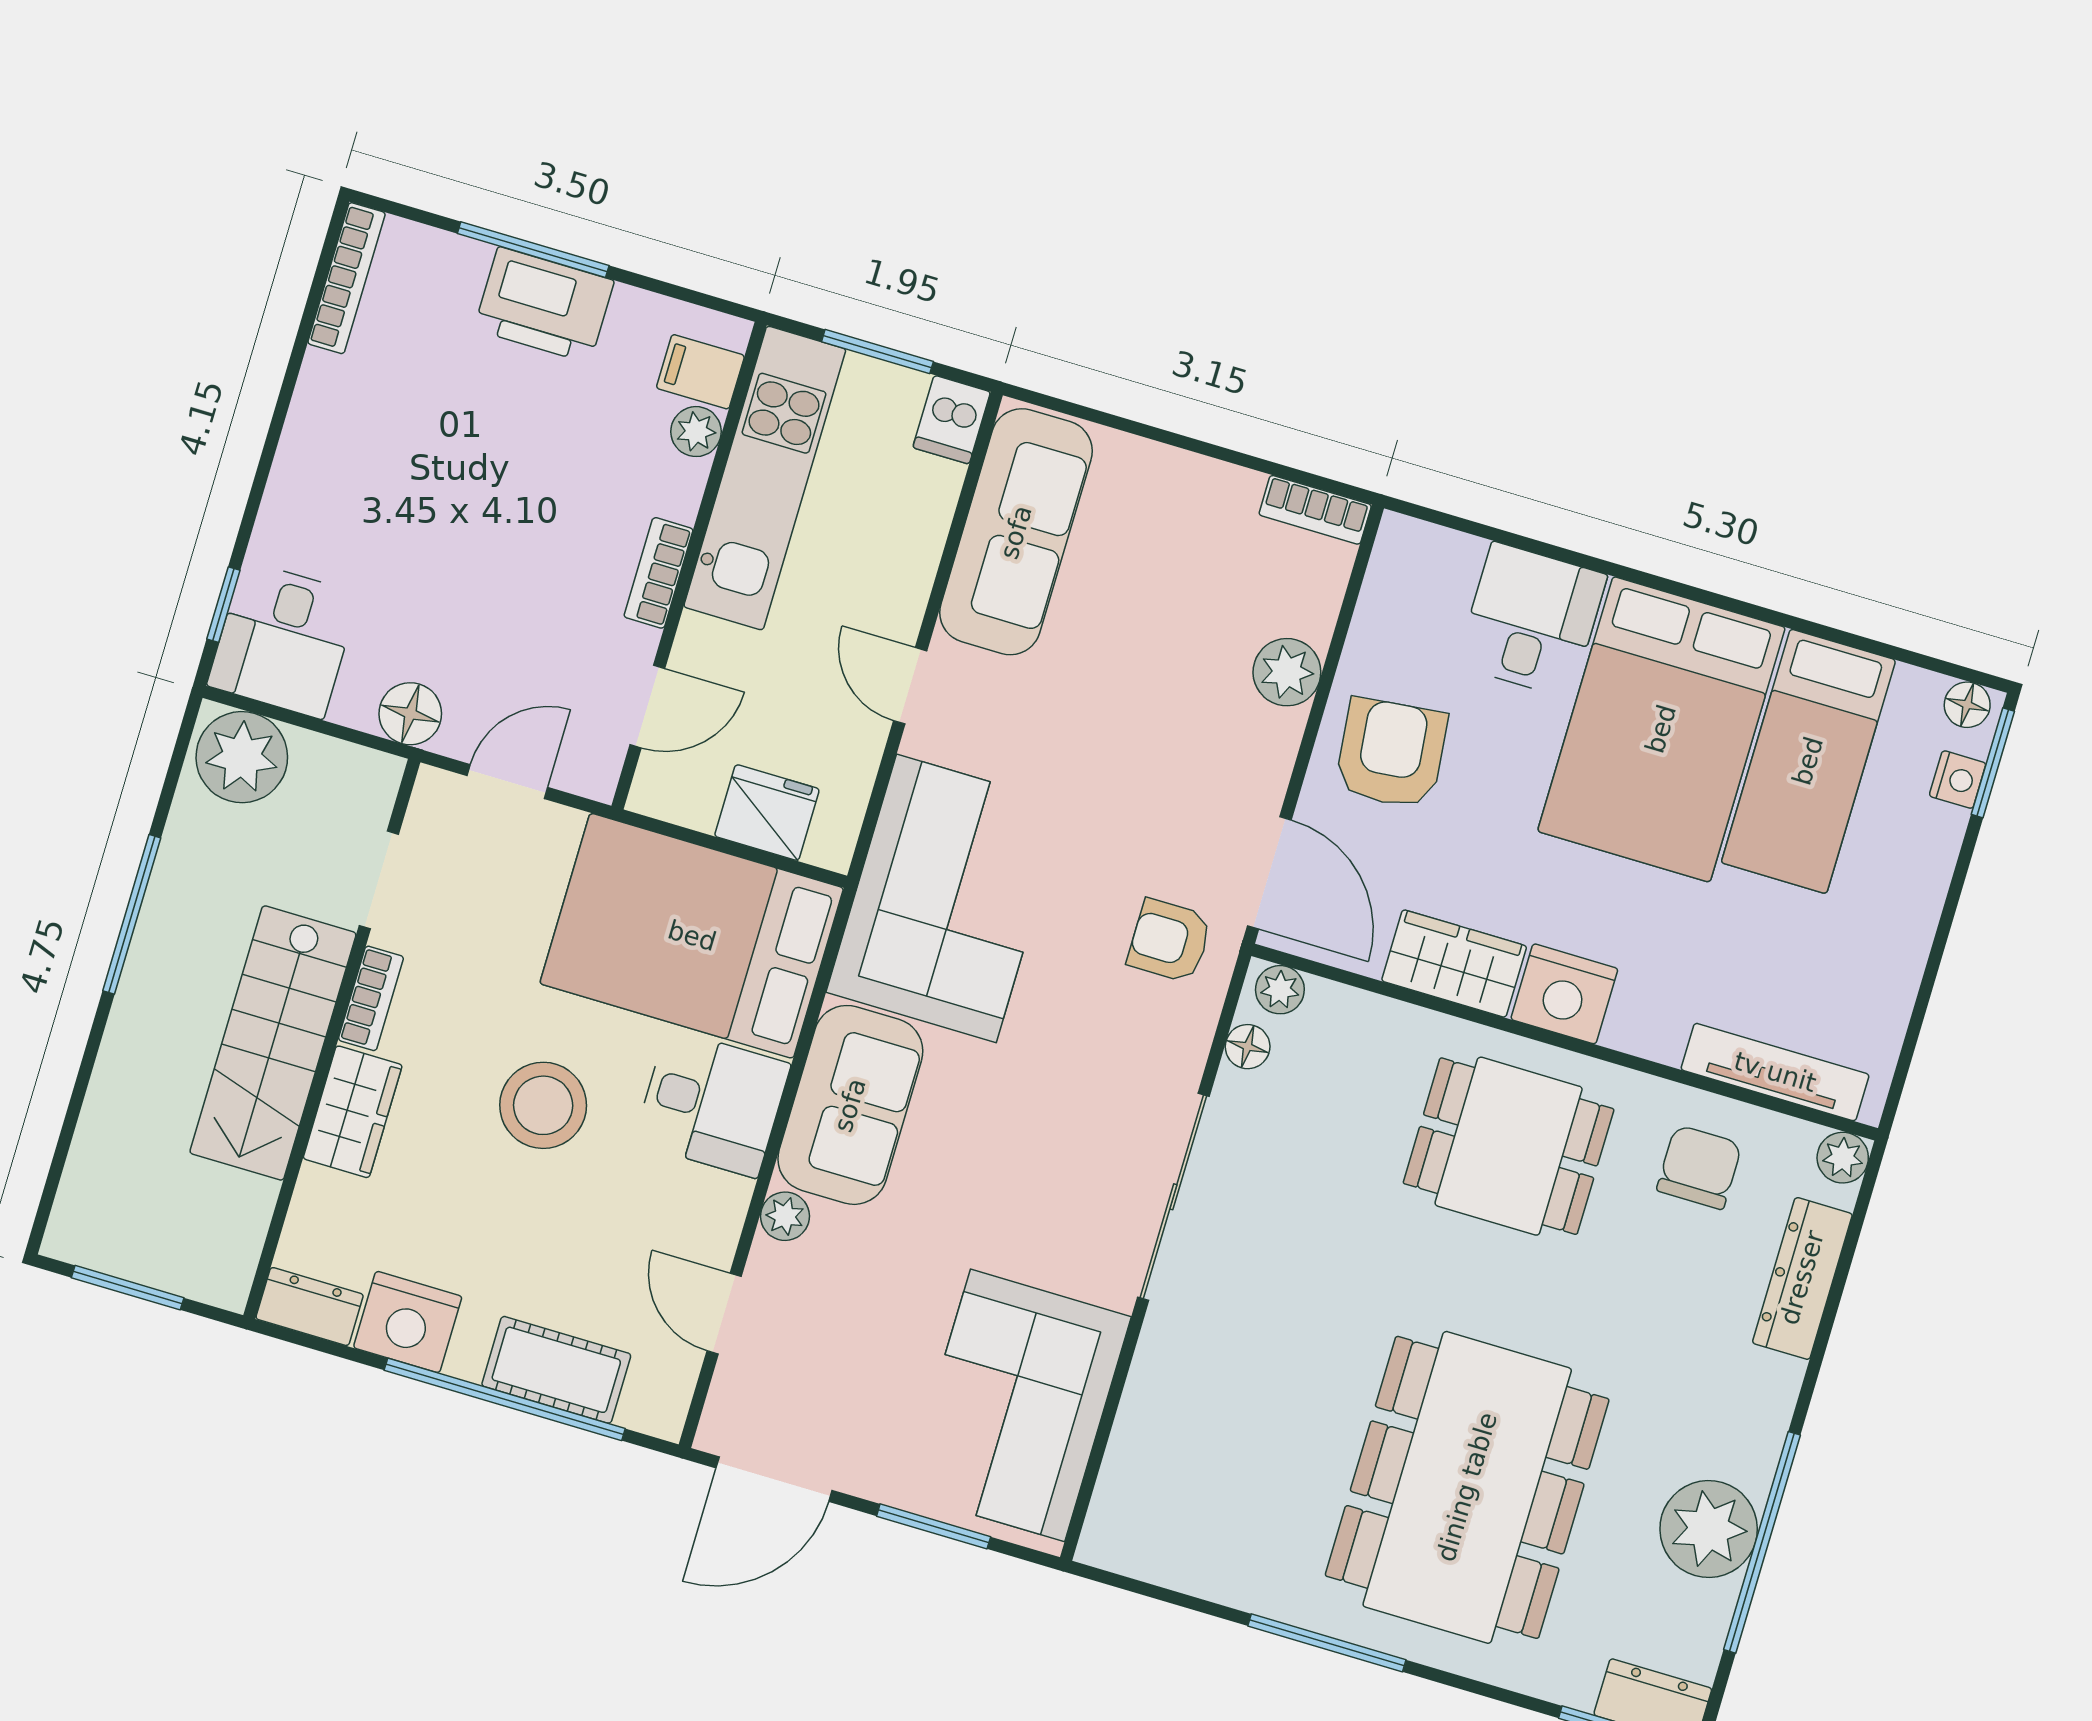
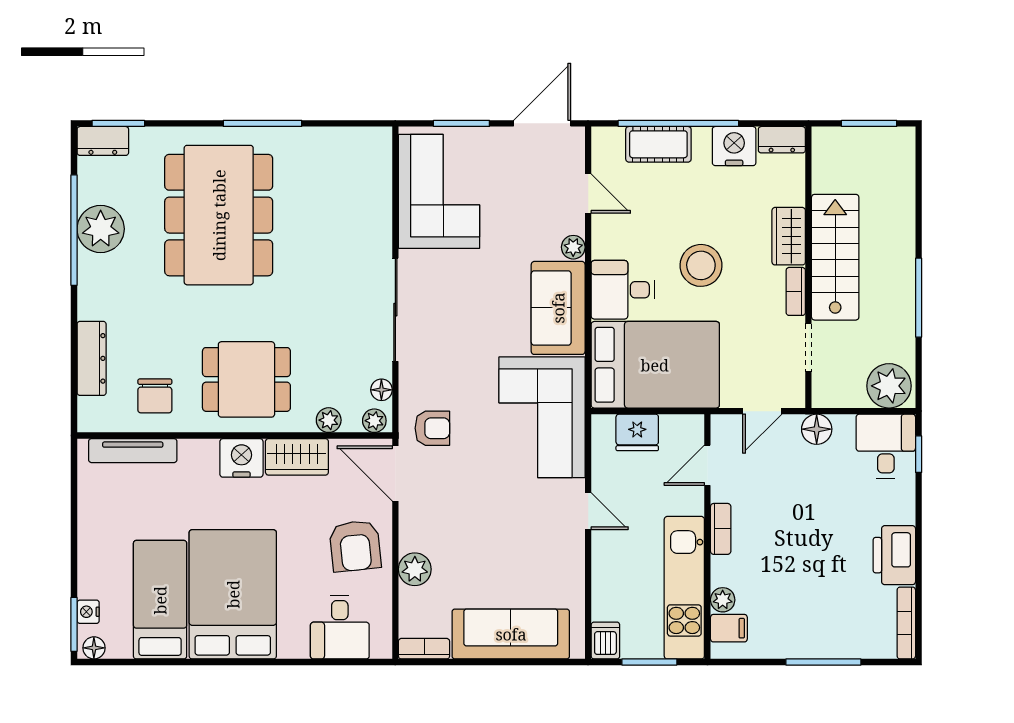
printer: (544, 305) -> (894, 555), moved, turned -90
sofa: (1016, 532) -> (511, 634), moved, turned 90
desk: (1532, 620) -> (340, 627), moved
plant: (1843, 1158) -> (329, 420), moved

